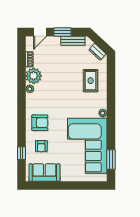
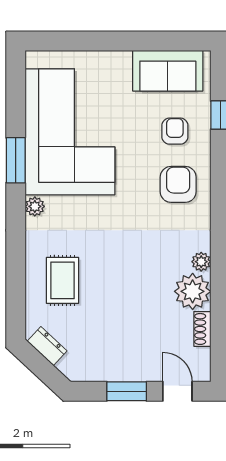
door: (40, 32) -> (177, 391), hinge flipped
bench: (73, 41) -> (103, 371), removed
armchair: (40, 123) -> (178, 184), turned 90
window: (111, 159) -> (16, 160), moved

